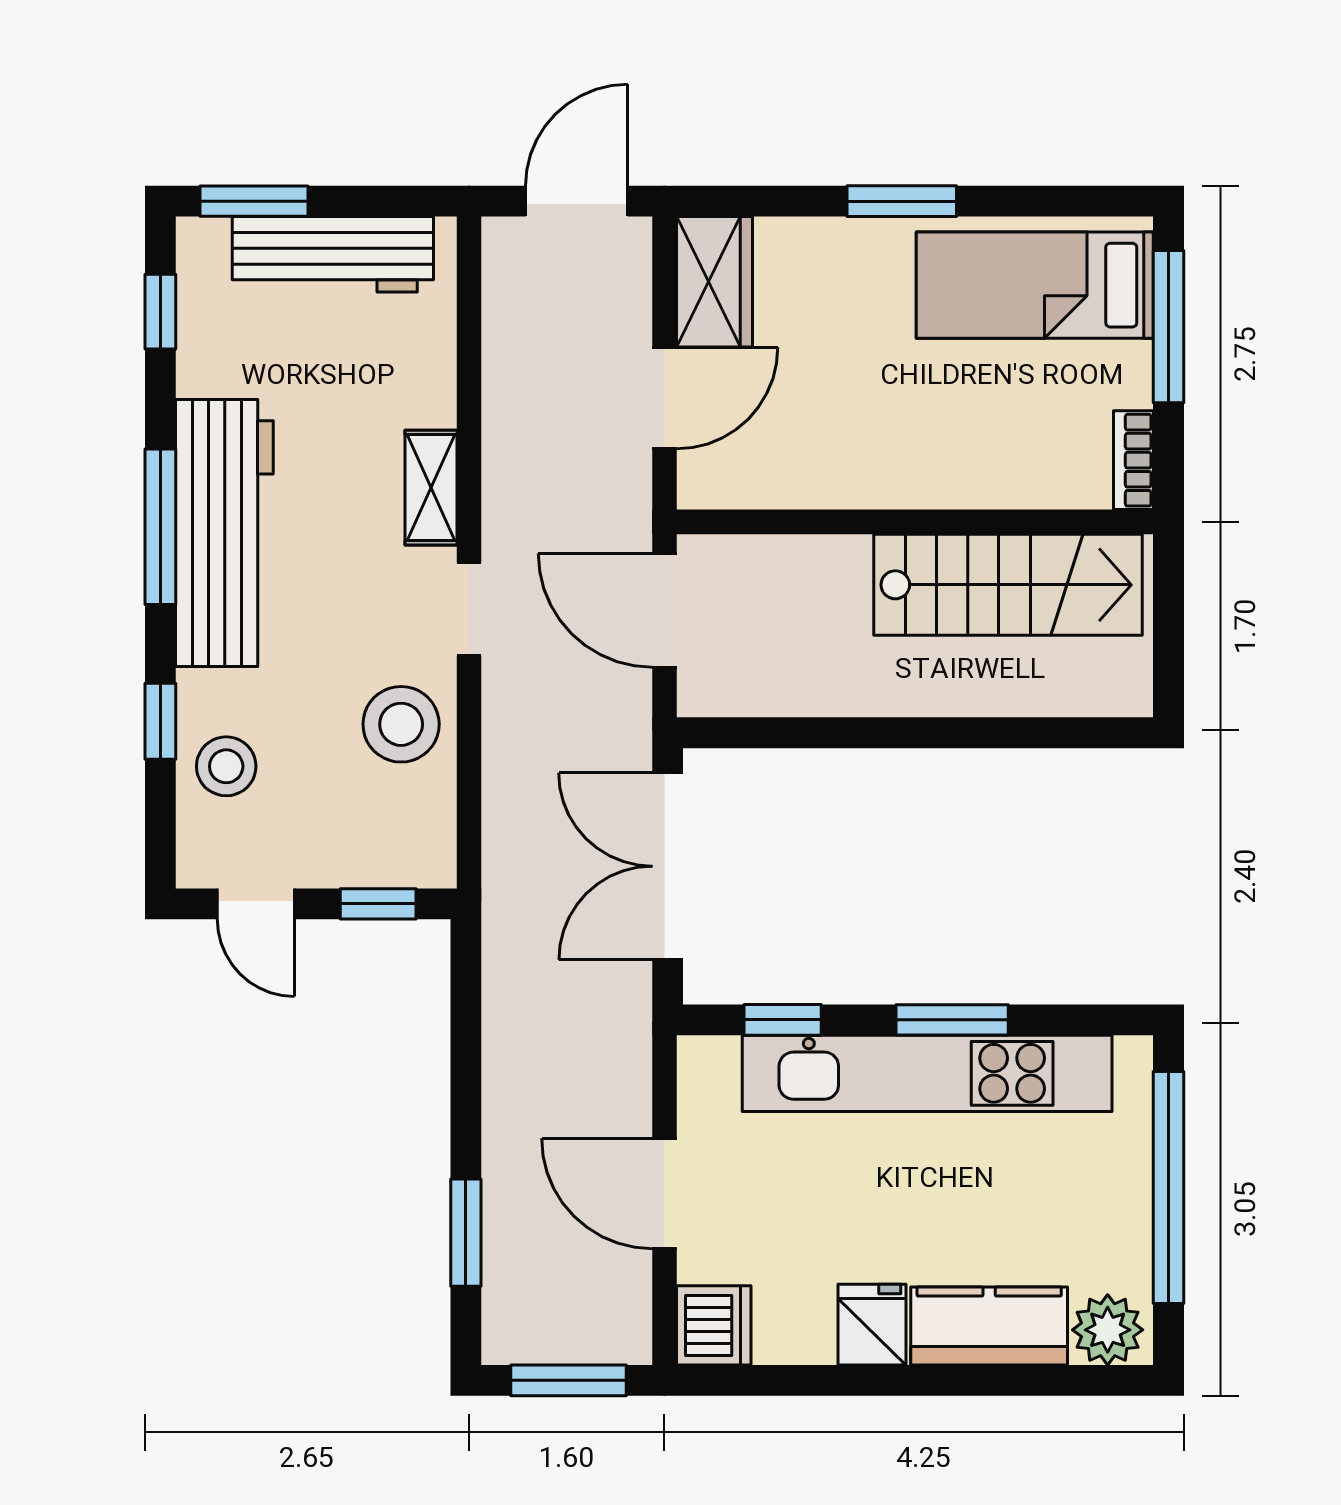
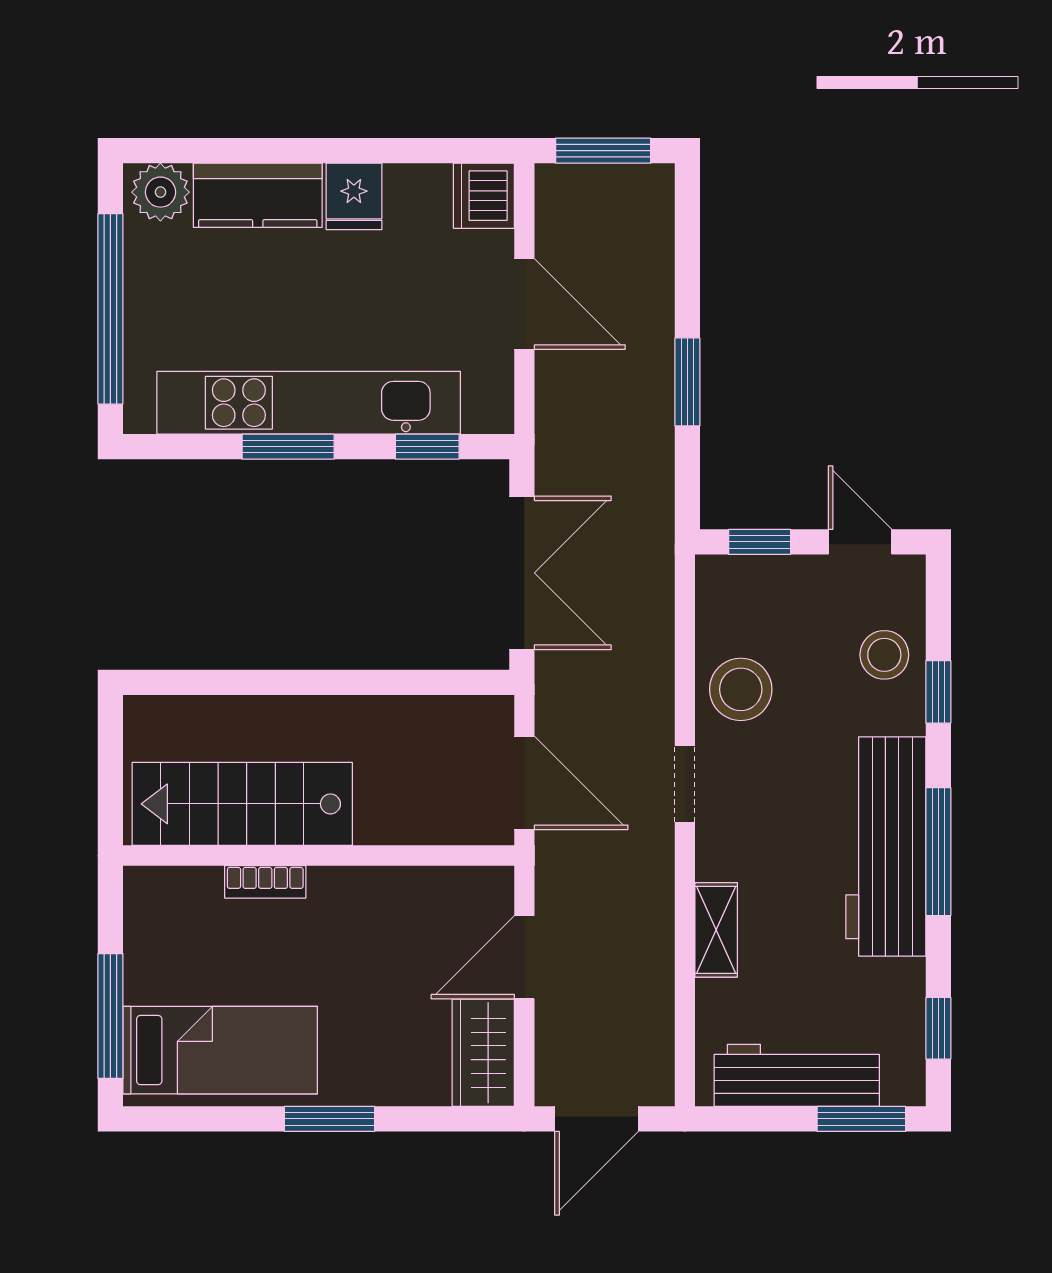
bookcase: (1133, 460) -> (265, 882), moved, turned 90
shelving: (431, 488) -> (716, 930), moved
window: (466, 1233) -> (687, 382), moved

